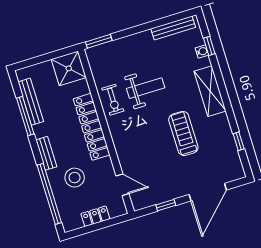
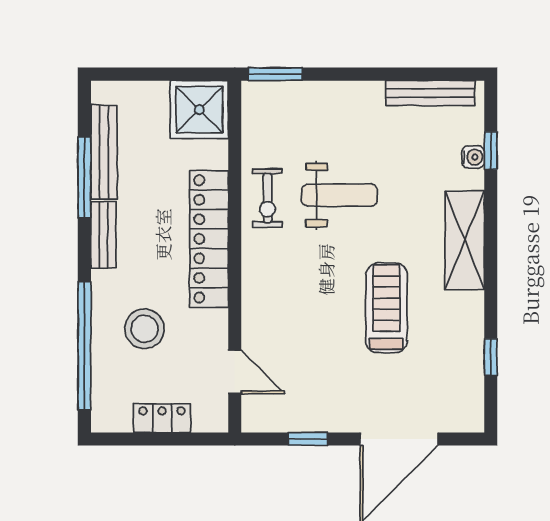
bench: (46, 153) -> (103, 235), moved

